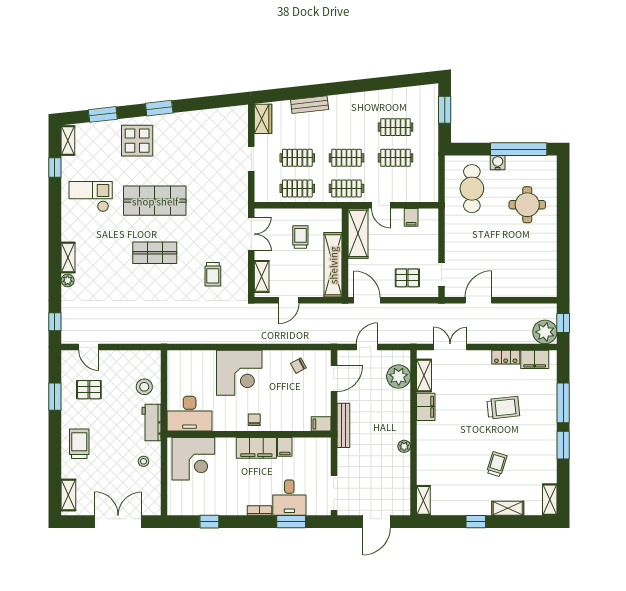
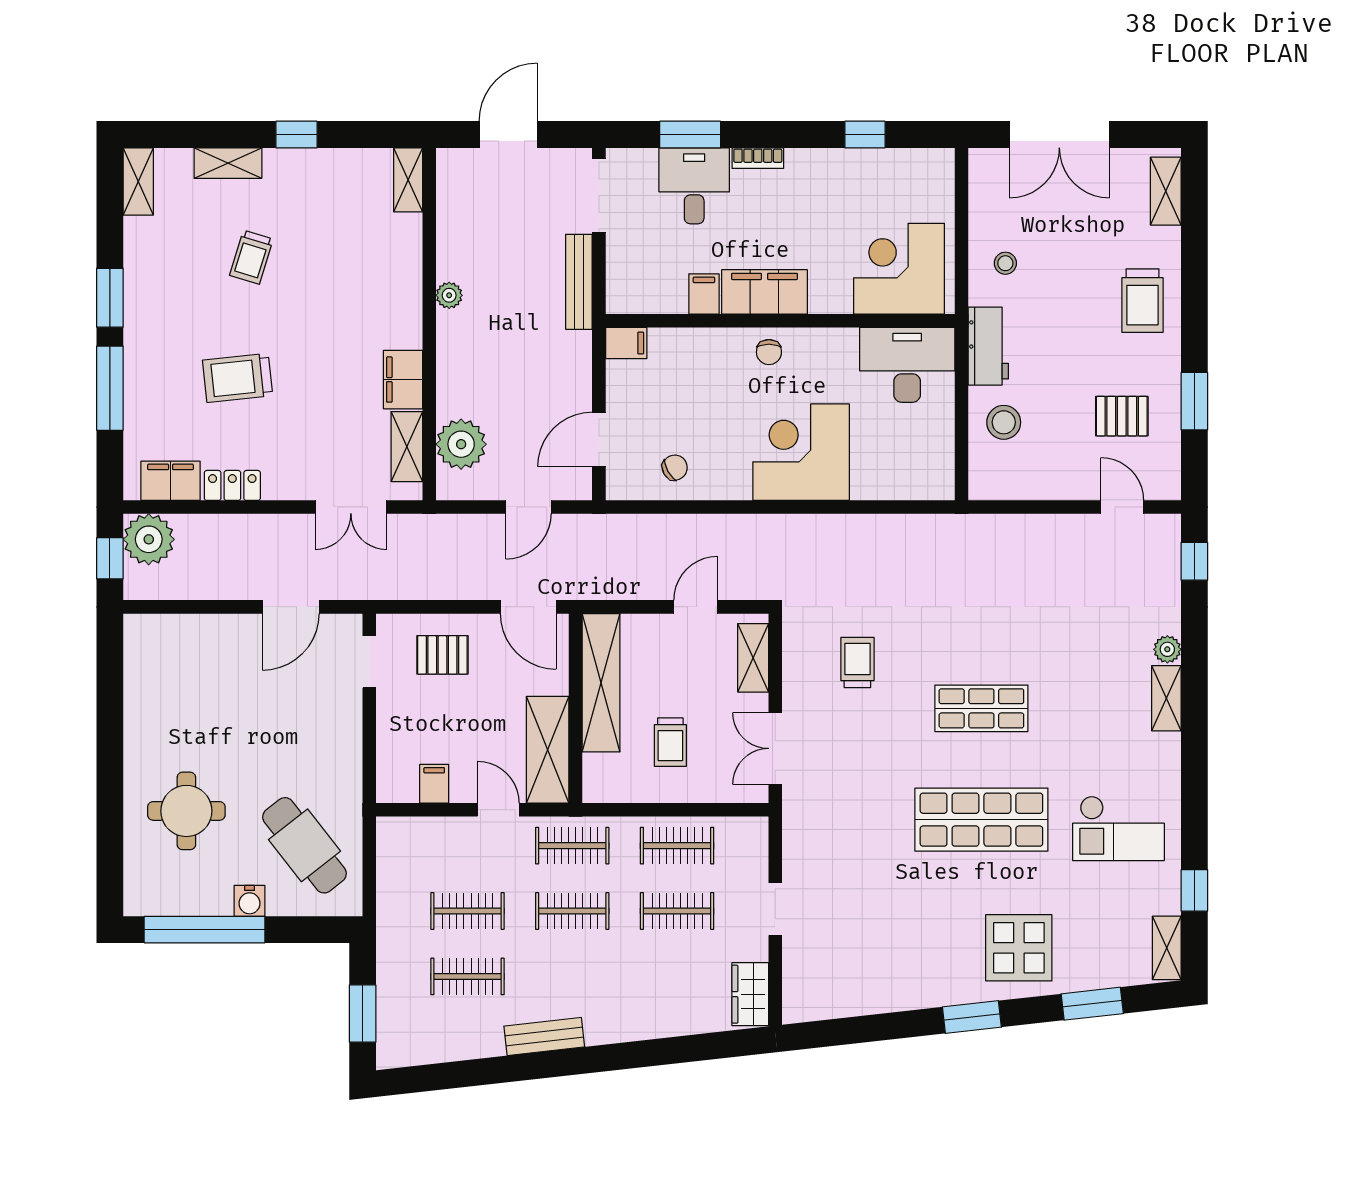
bench: (310, 105) -> (544, 1036), moved
cafe table: (472, 189) -> (305, 845), turned -38
bench: (343, 425) -> (579, 282), moved

